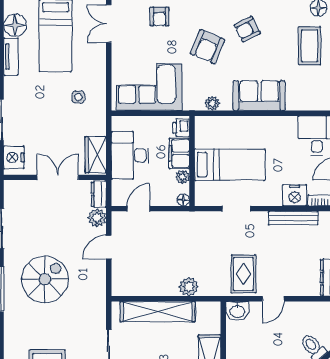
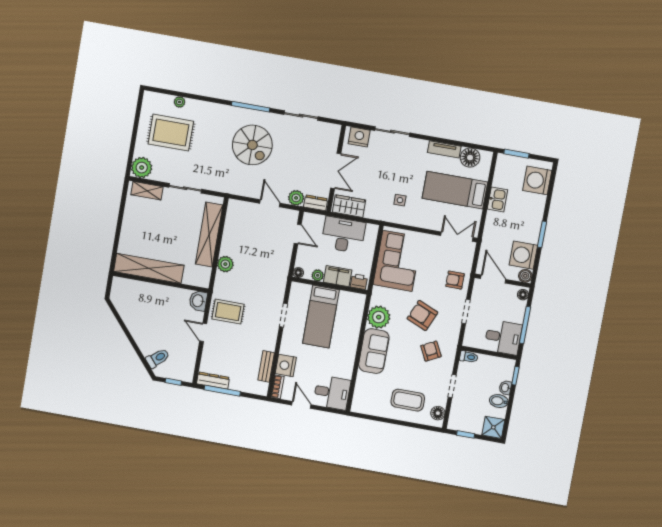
plant: (212, 103) -> (379, 317), width x1.88, depth x1.88
bench: (293, 218) -> (266, 366), width x0.73

